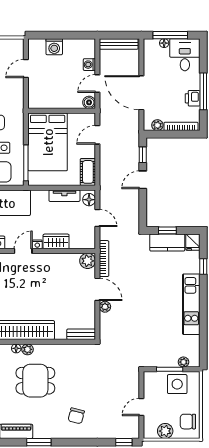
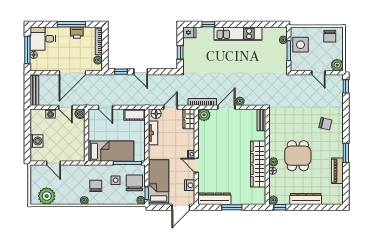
bed: (48, 142) -> (111, 151), width x0.67
wardrobe: (56, 241) -> (189, 119), moved
kitchen counter: (167, 242) -> (190, 52), removed
plant: (165, 431) -> (337, 65), moved

